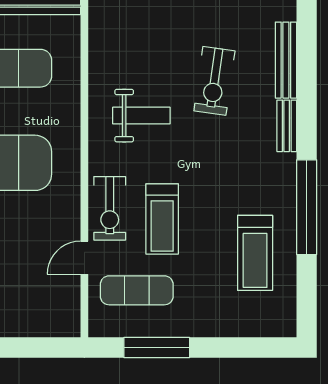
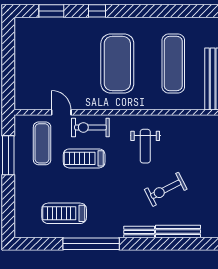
exercise bike: (214, 81) -> (166, 189), turned -35

